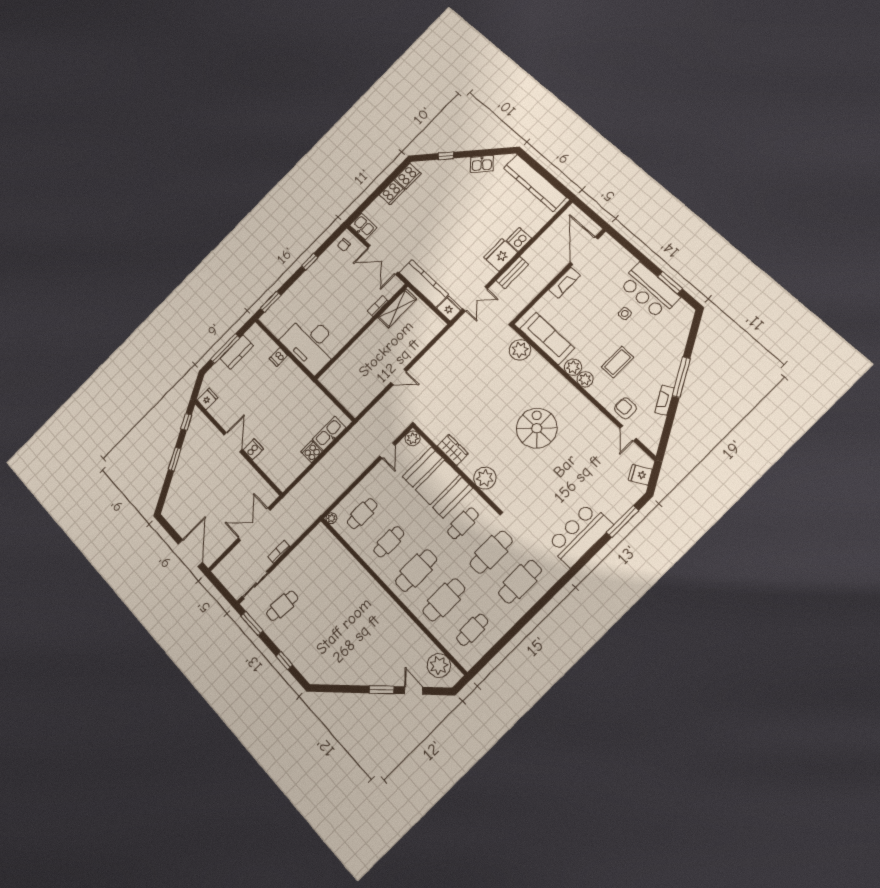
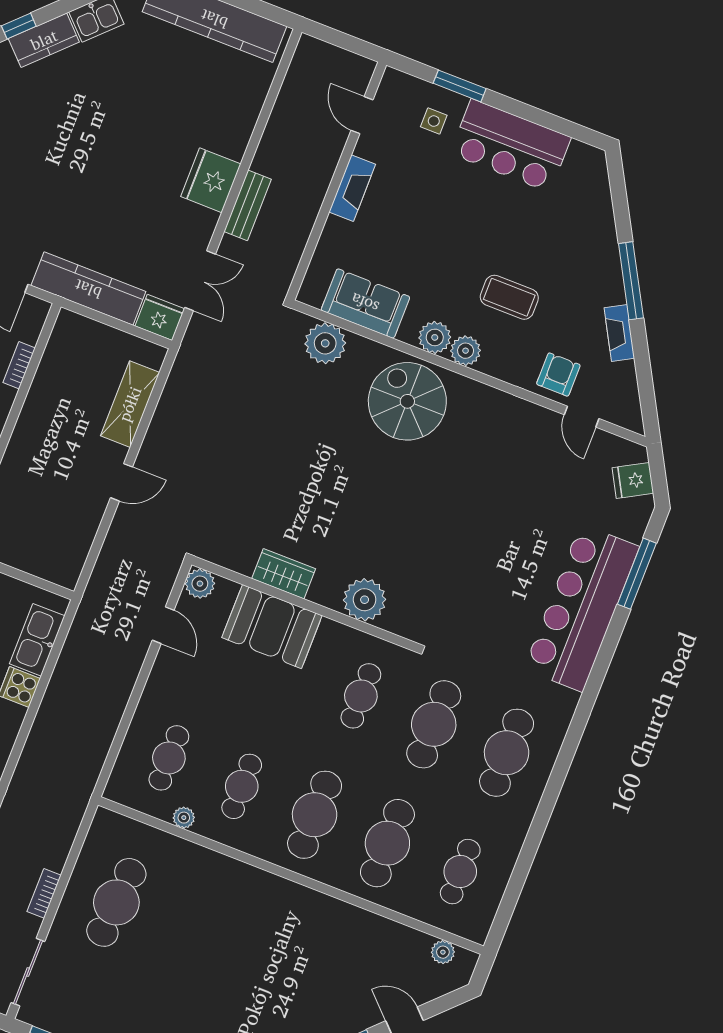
kitchen counter: (454, 166) -> (44, 40), added
dishwasher: (519, 240) -> (233, 138), removed
door: (584, 251) -> (362, 115), width x0.53
window: (670, 283) -> (460, 86), moved
shelving: (397, 308) -> (130, 404), moved
side table: (625, 314) -> (434, 121), moved
sofa: (547, 339) -> (365, 303), width x0.73
coffee table: (617, 362) -> (509, 297), turned 90
armchair: (625, 408) -> (558, 375), turned 90
spiral stairs: (537, 428) -> (407, 401), moved
booth: (437, 482) -> (272, 627), width x0.73, depth x0.70
plant: (331, 518) -> (184, 818), moved
bar counter: (580, 535) -> (582, 608), width x1.36
cafe table: (282, 606) -> (116, 902), moved, width x1.37, depth x1.35
plant: (439, 665) -> (443, 952), width x0.53, depth x0.53

